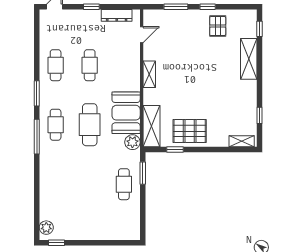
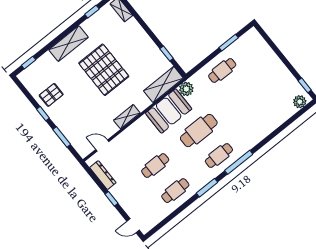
shelving: (249, 59) -> (69, 44), moved
pallet: (190, 131) -> (104, 70), moved, width x1.37, depth x1.41
window: (143, 173) -> (229, 43), moved

